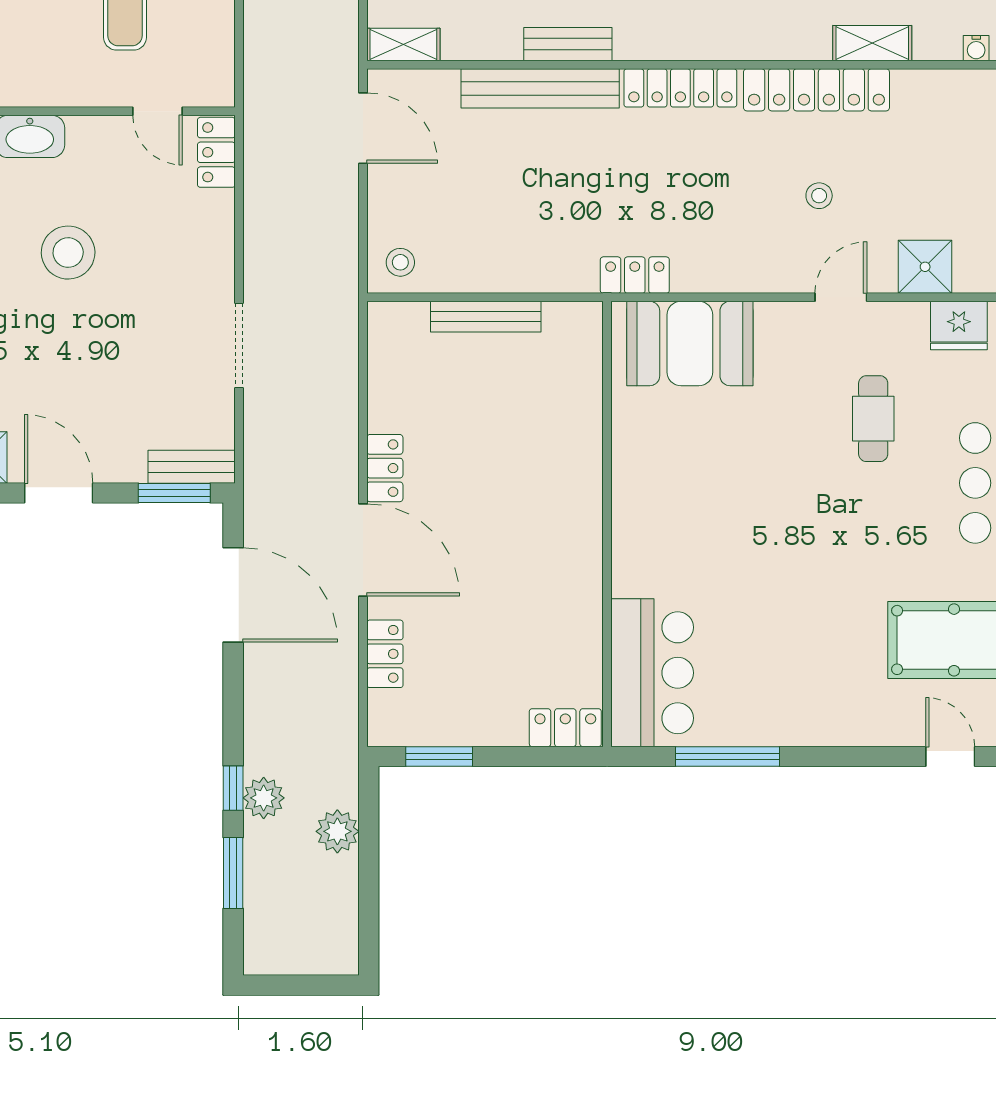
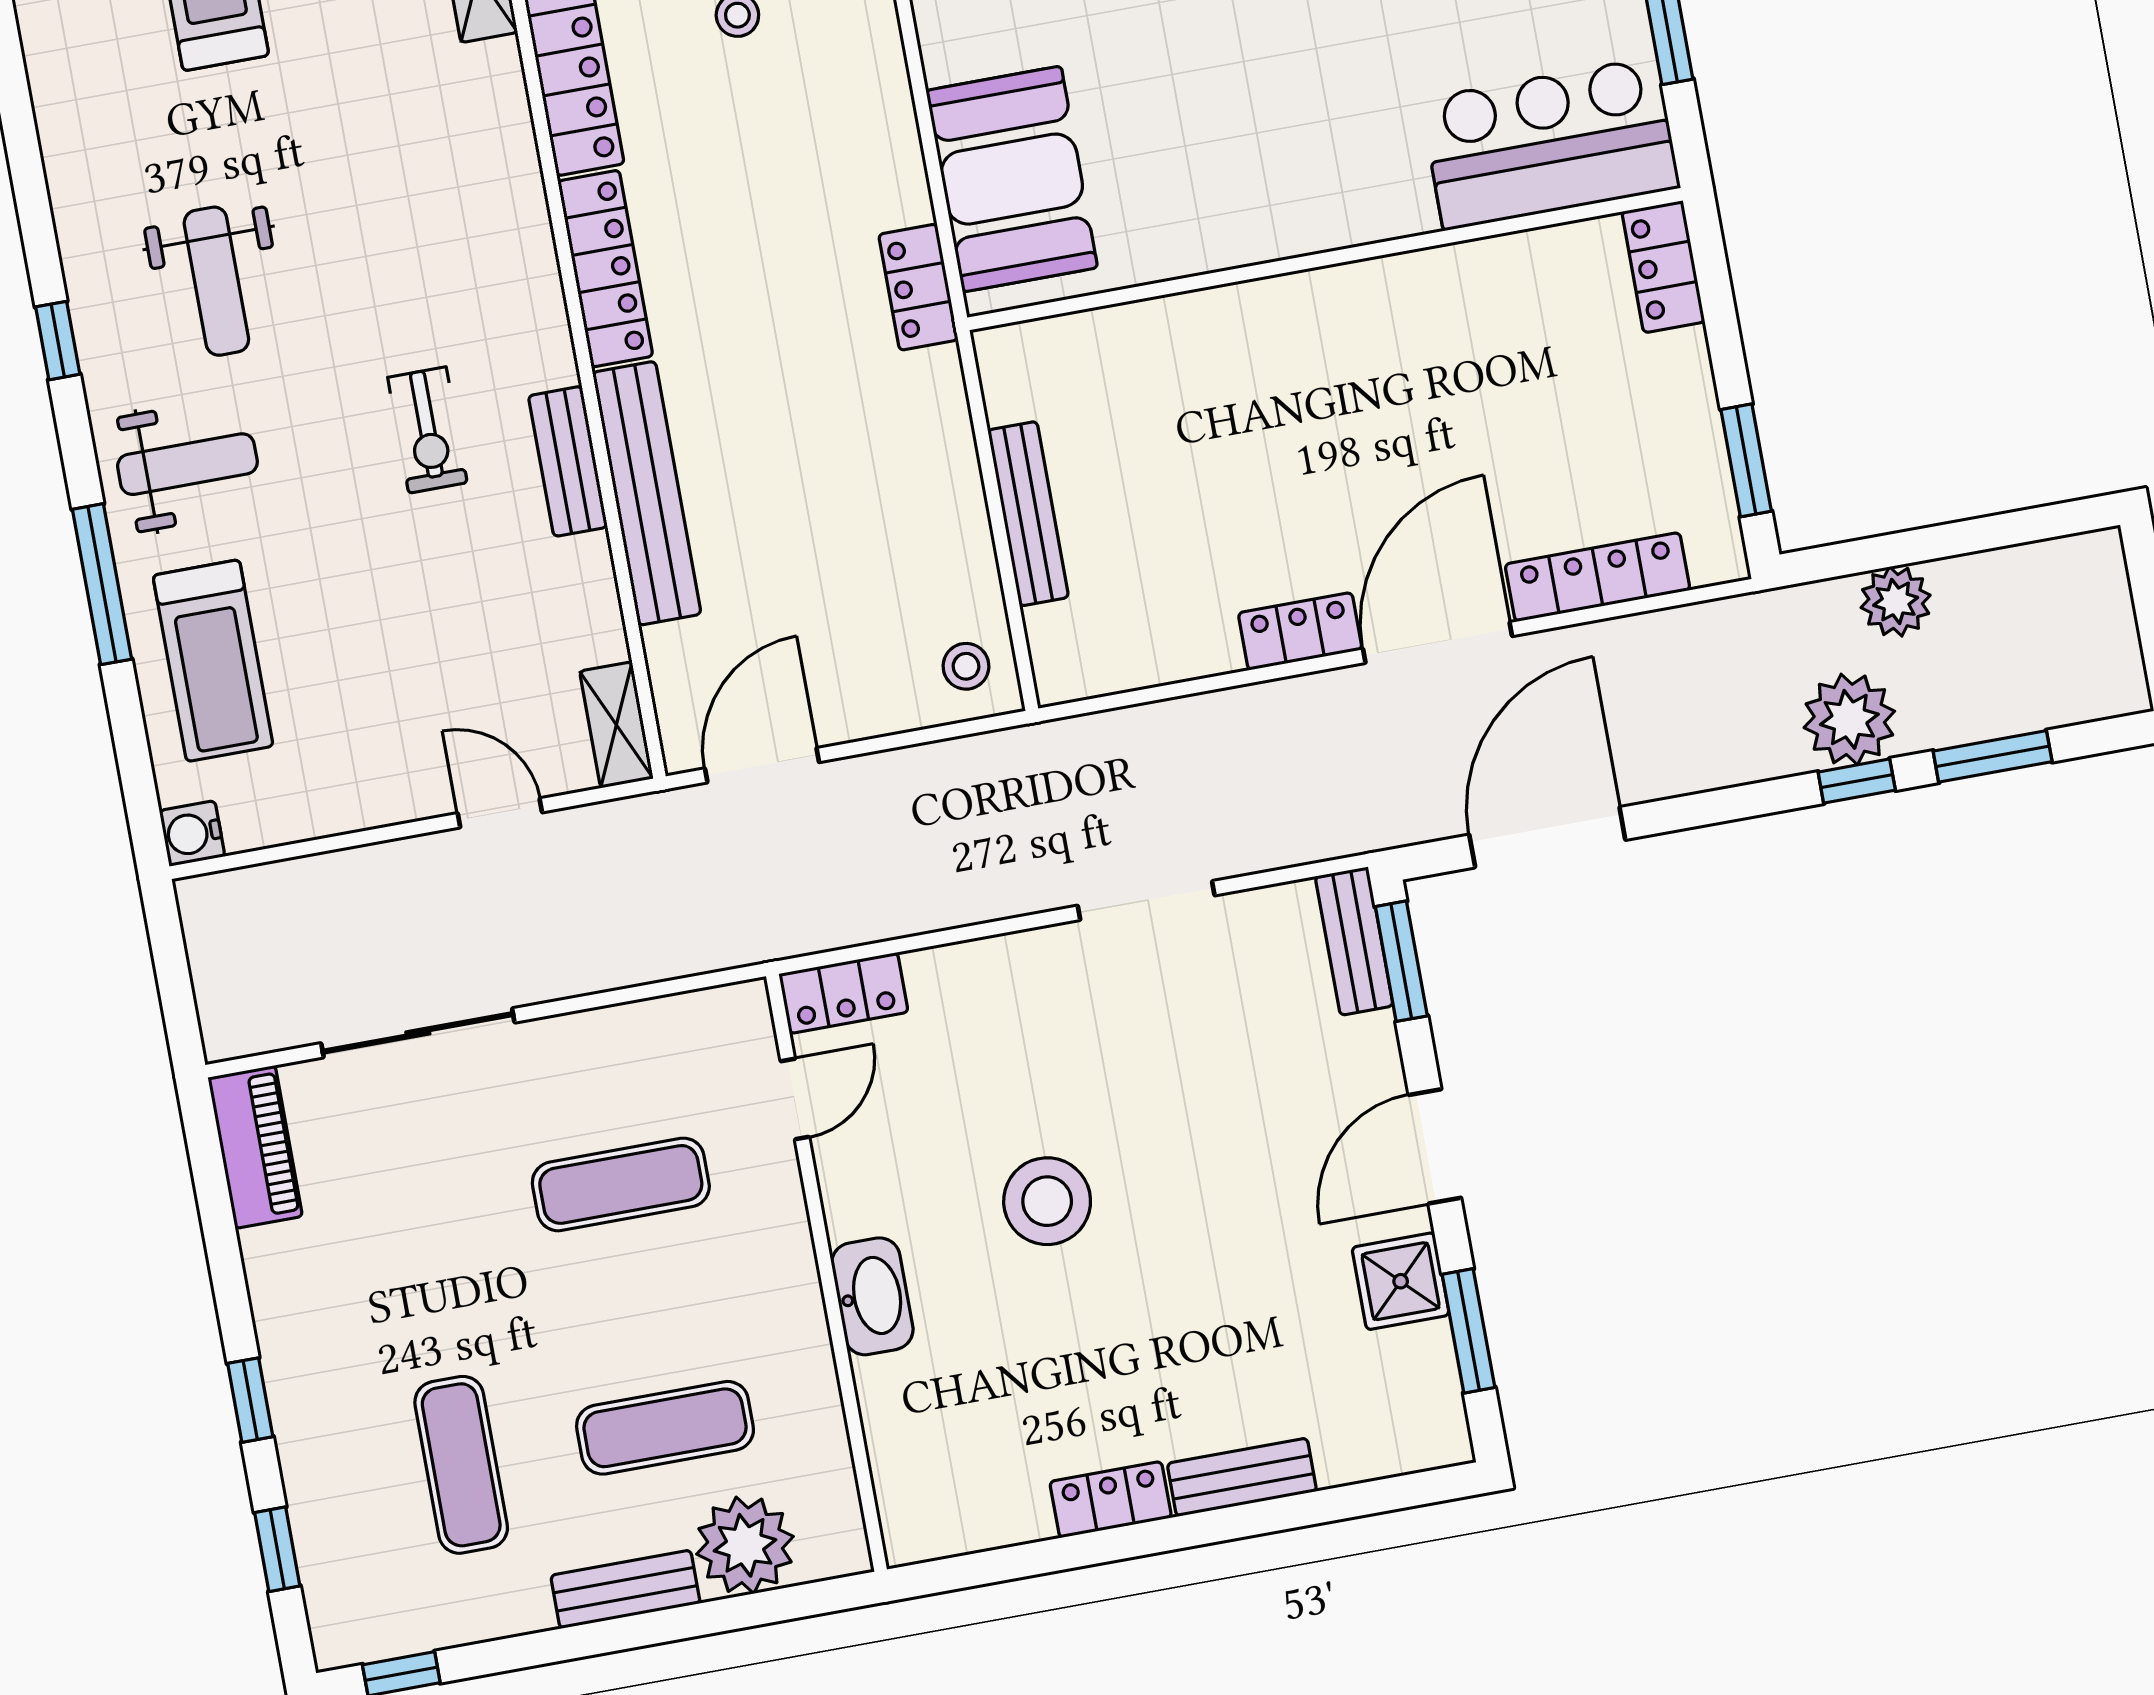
locker: (385, 654) -> (1597, 577), width x1.53
plant: (264, 798) -> (1849, 719), width x1.36, depth x1.36

